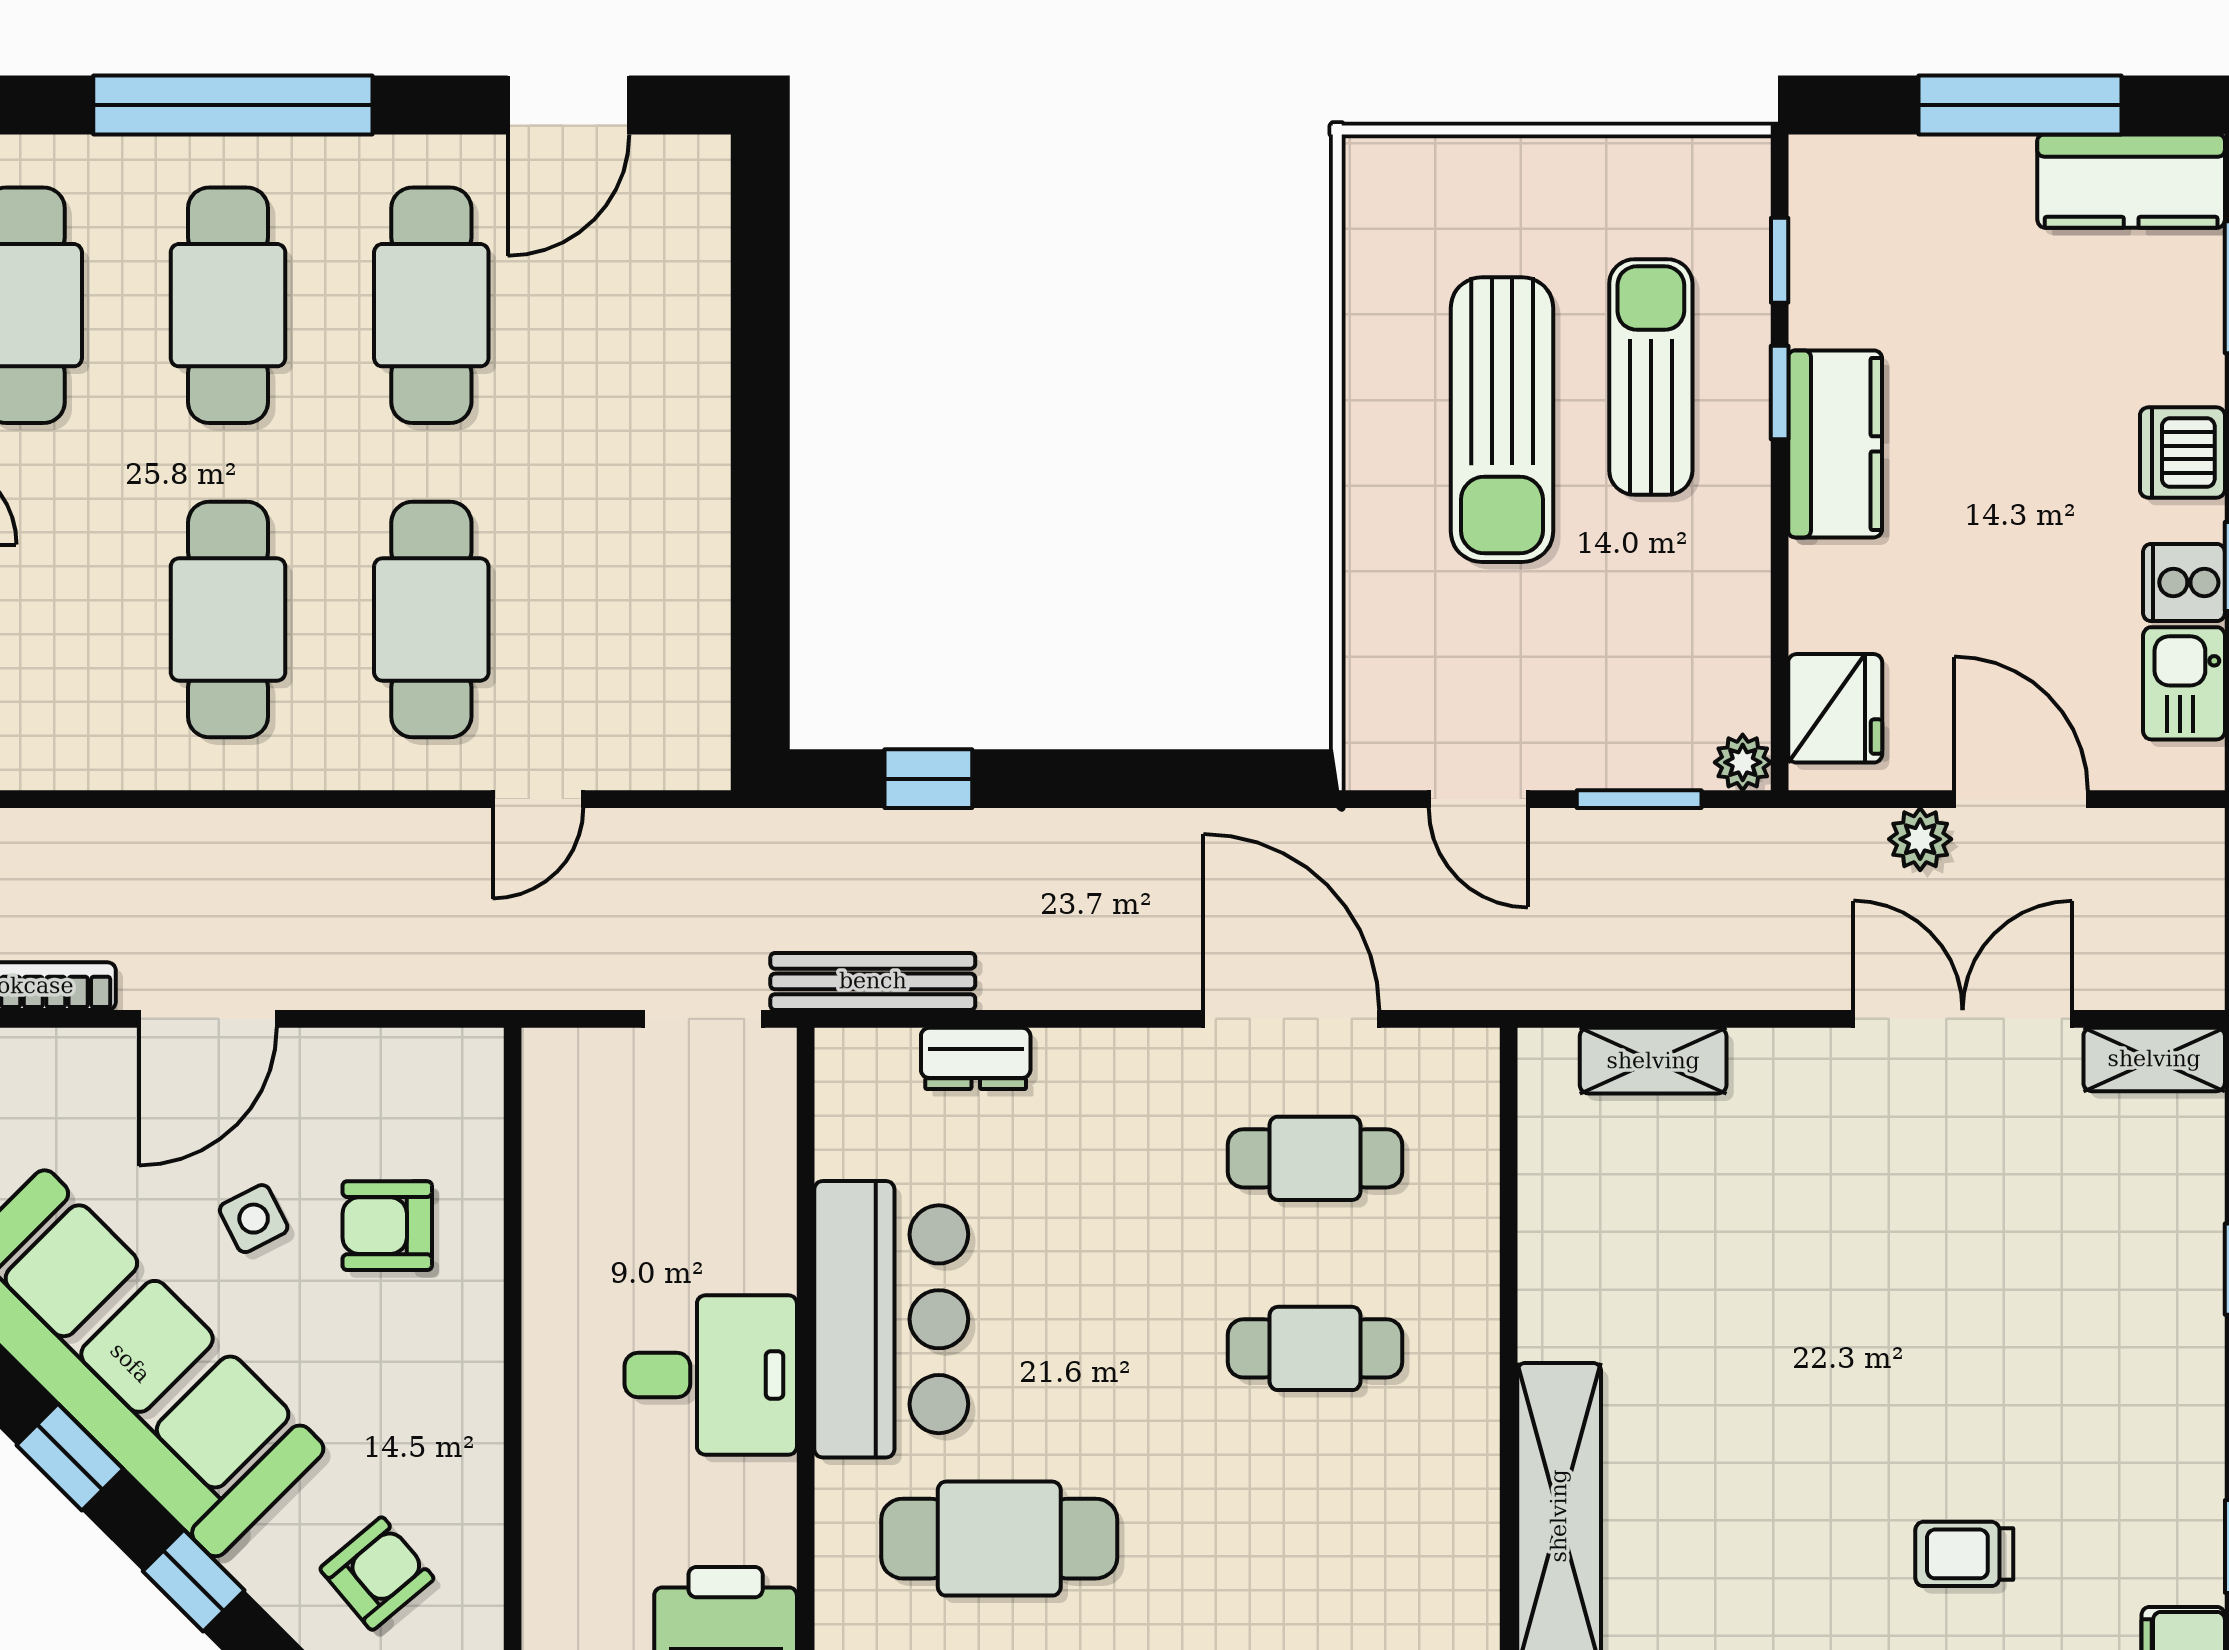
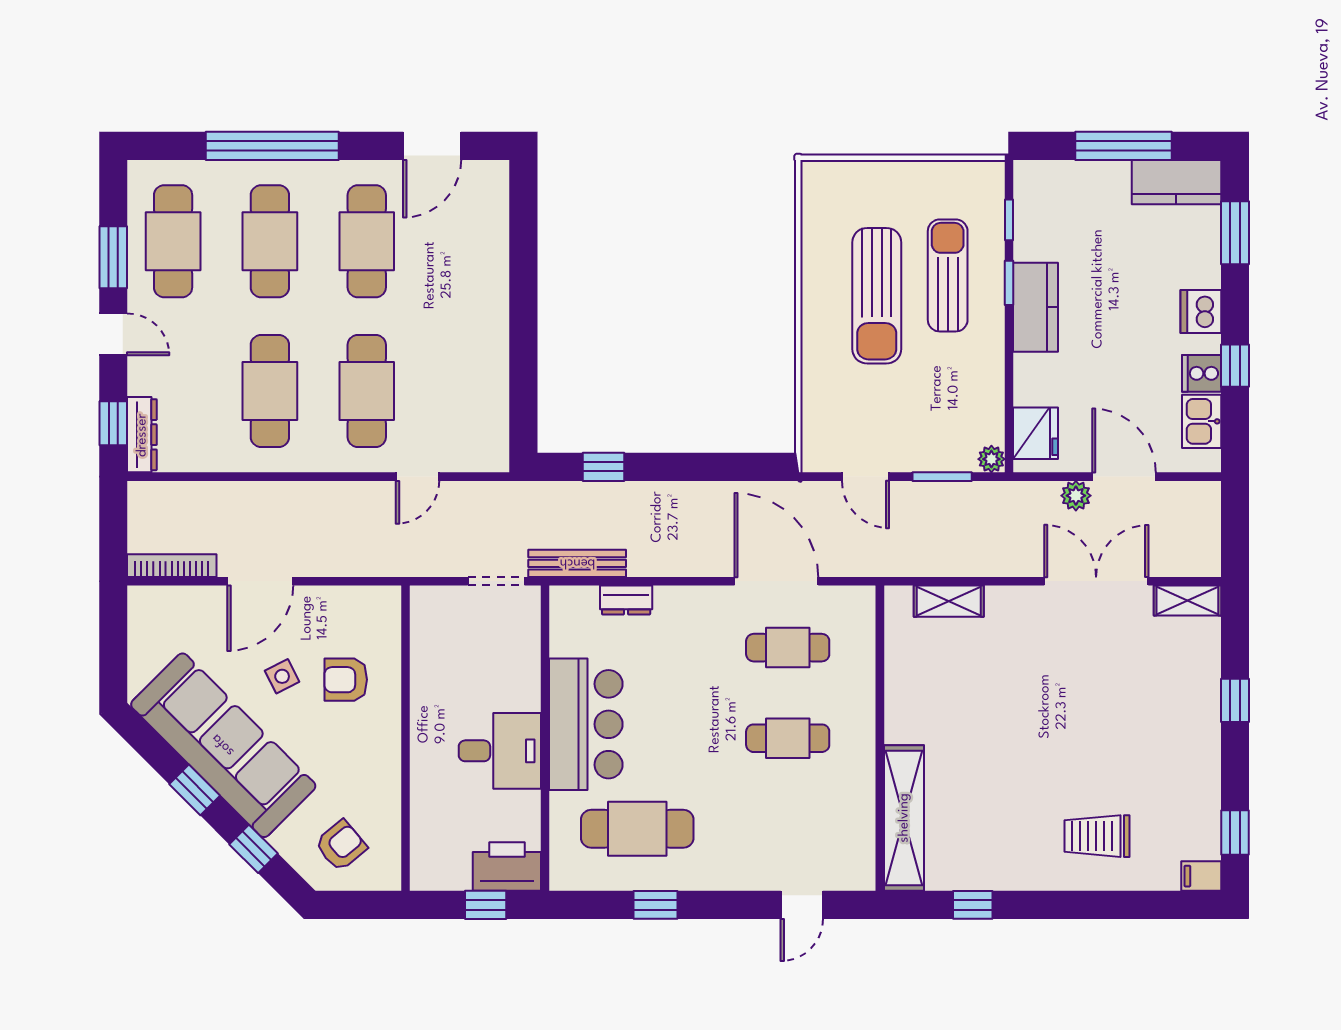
trolley: (1964, 1554) -> (1097, 836), width x1.36, depth x1.39

